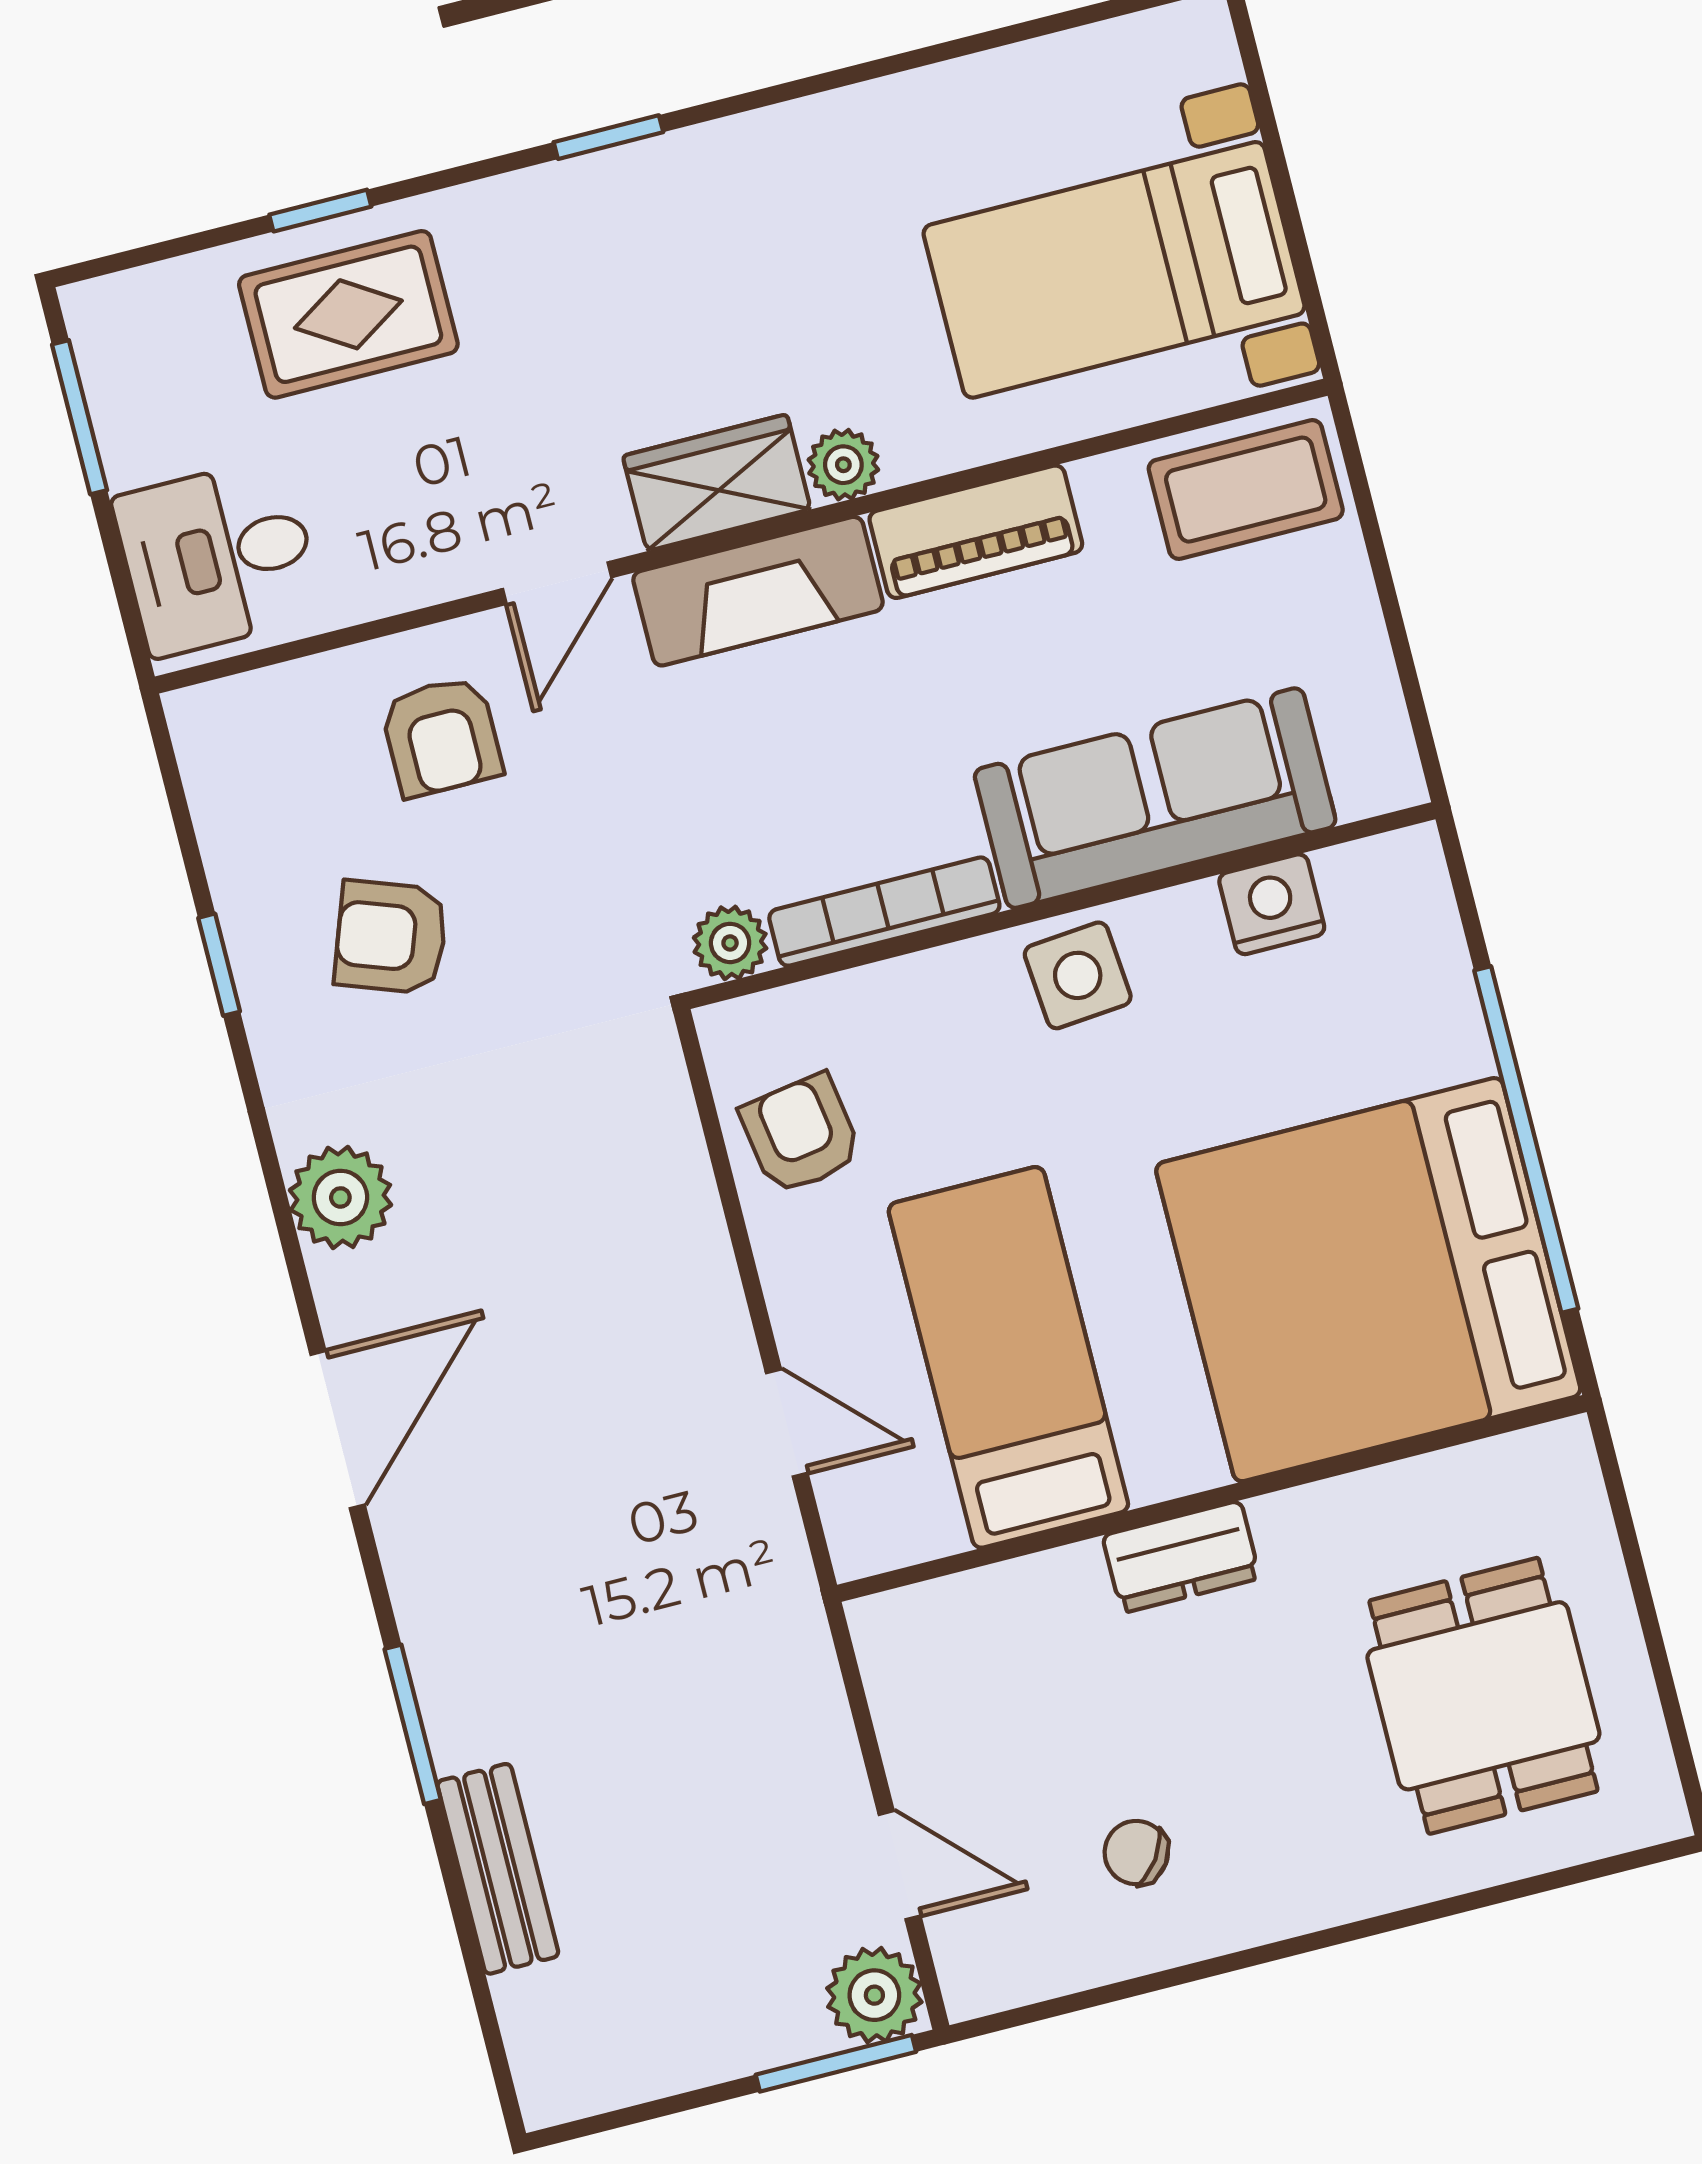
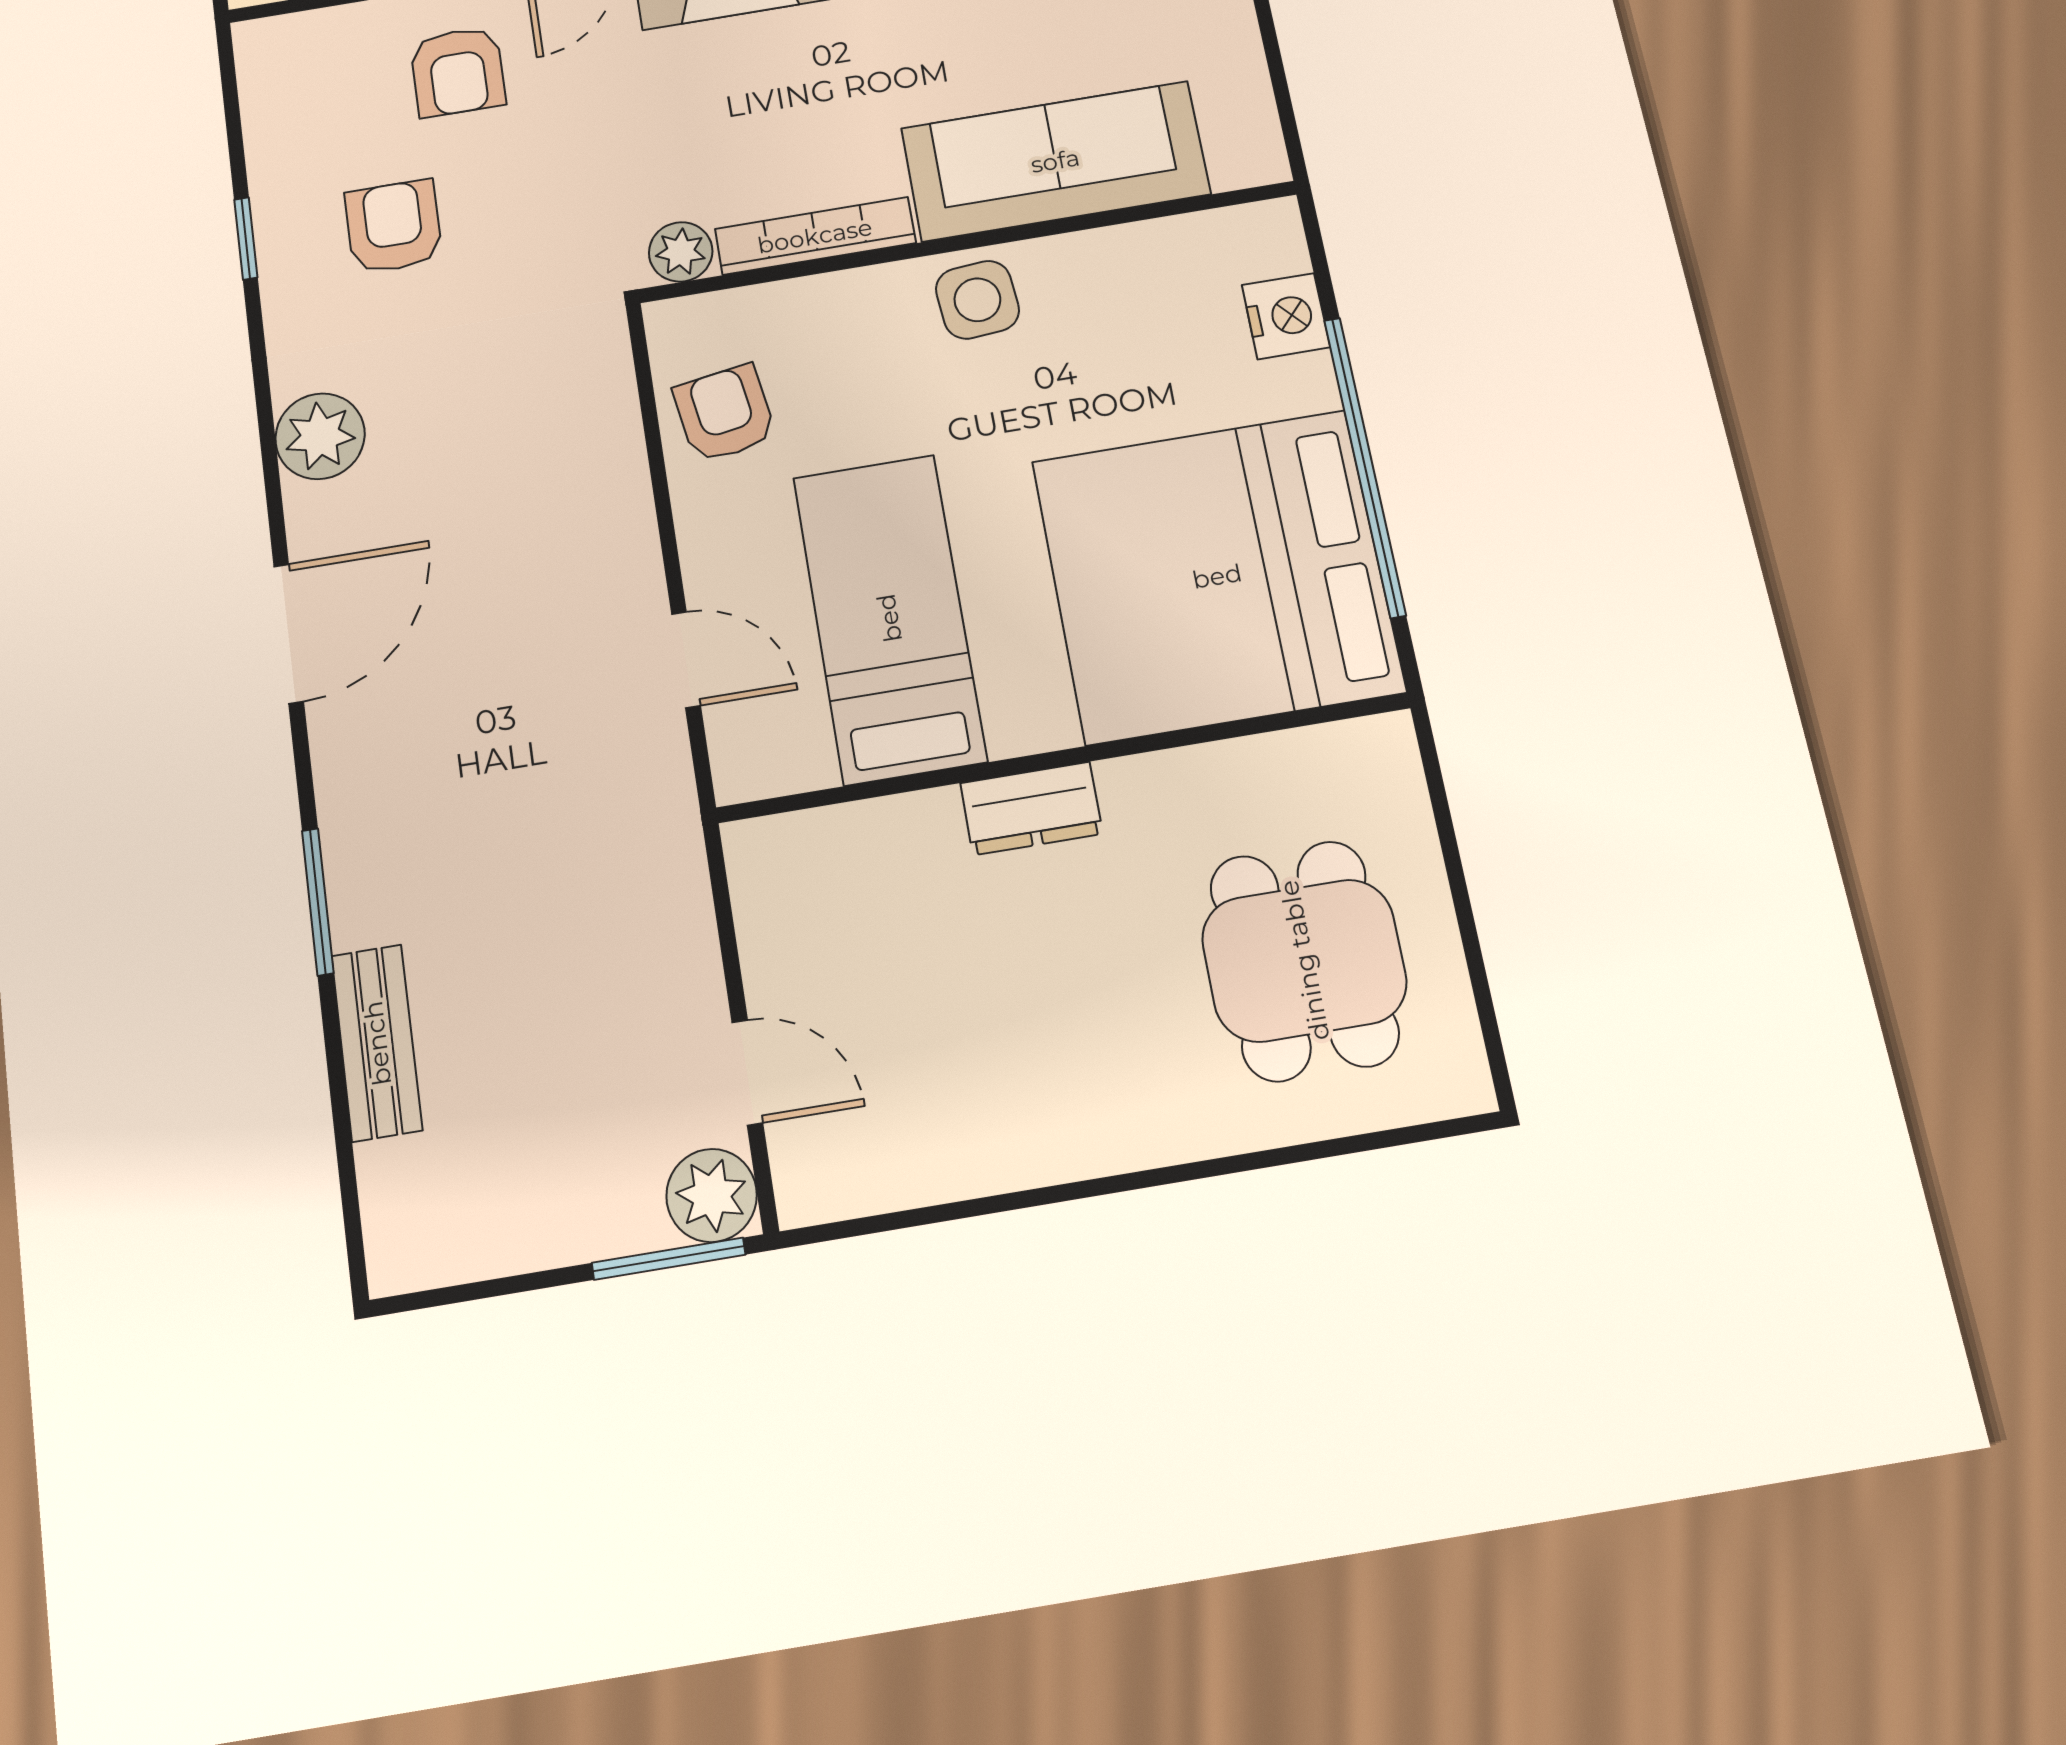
nightstand: (1272, 904) -> (1286, 316), moved, turned 90
armchair: (391, 937) -> (394, 227), turned 70
chair: (1136, 1853) -> (969, 1080), removed

